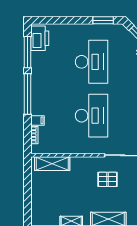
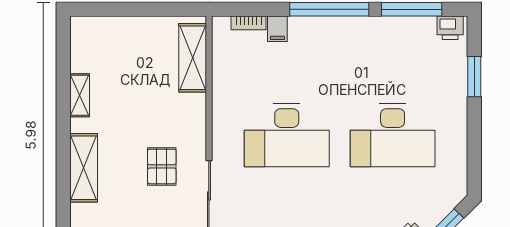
window: (103, 20) -> (474, 77), moved
printer: (40, 38) -> (450, 28), width x0.53, depth x0.68

